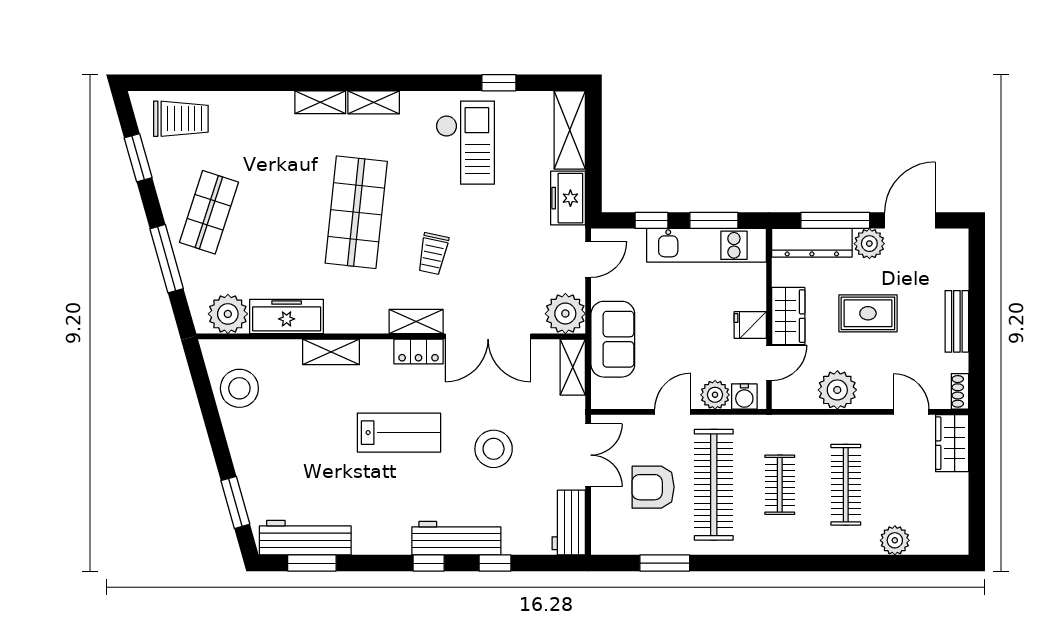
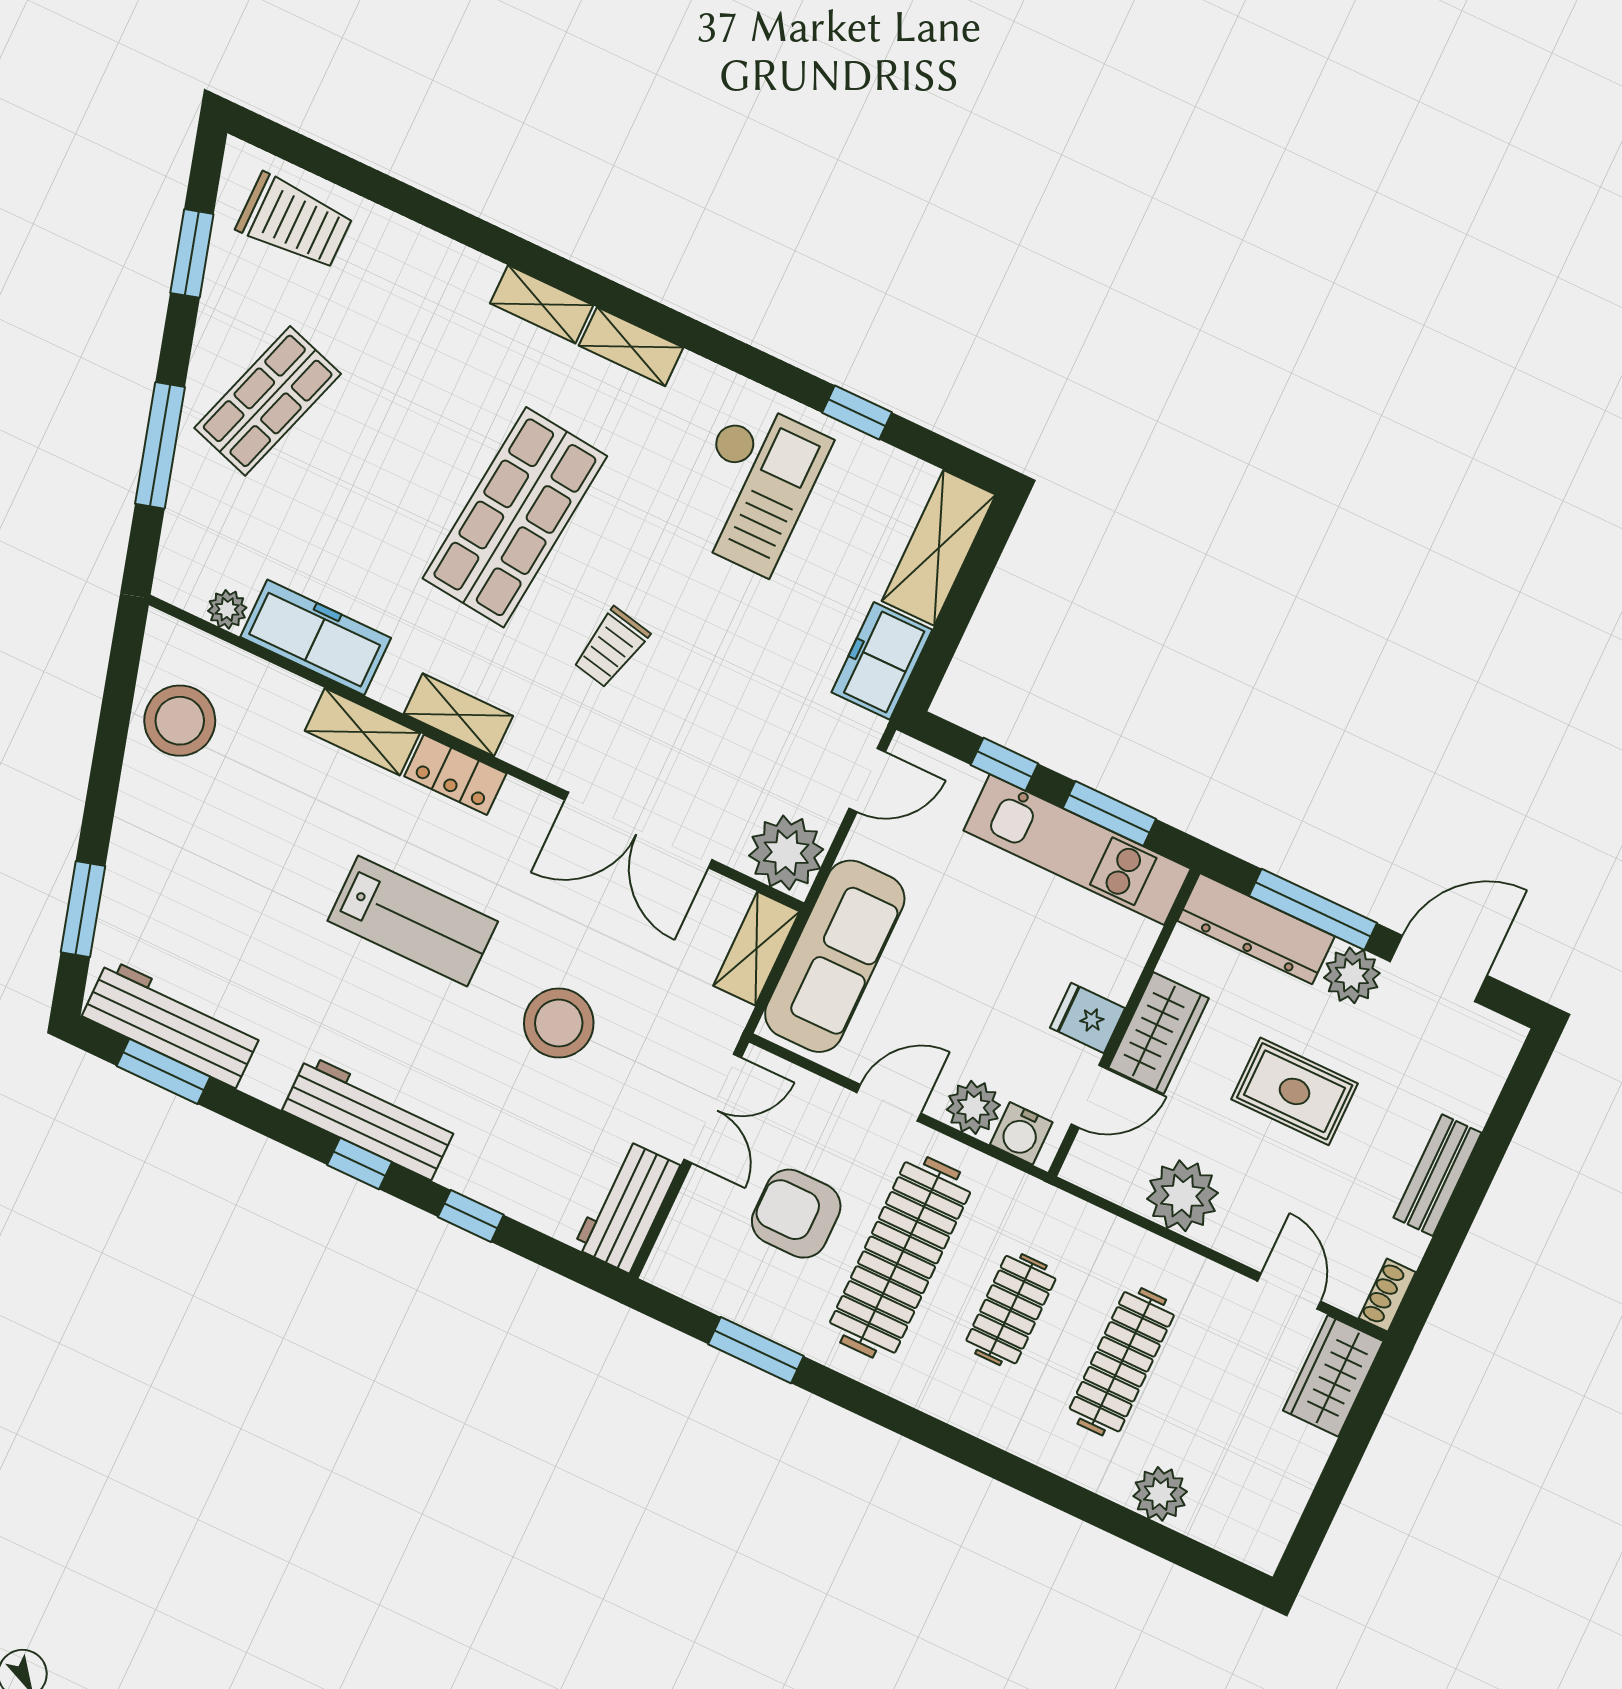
plant: (228, 314) -> (227, 609), width x0.53, depth x0.53
shelving: (416, 322) -> (458, 715), moved
sofa: (613, 339) -> (835, 956), width x1.36
locker: (419, 352) -> (455, 775), moved
workbench: (456, 538) -> (370, 1117), moved

